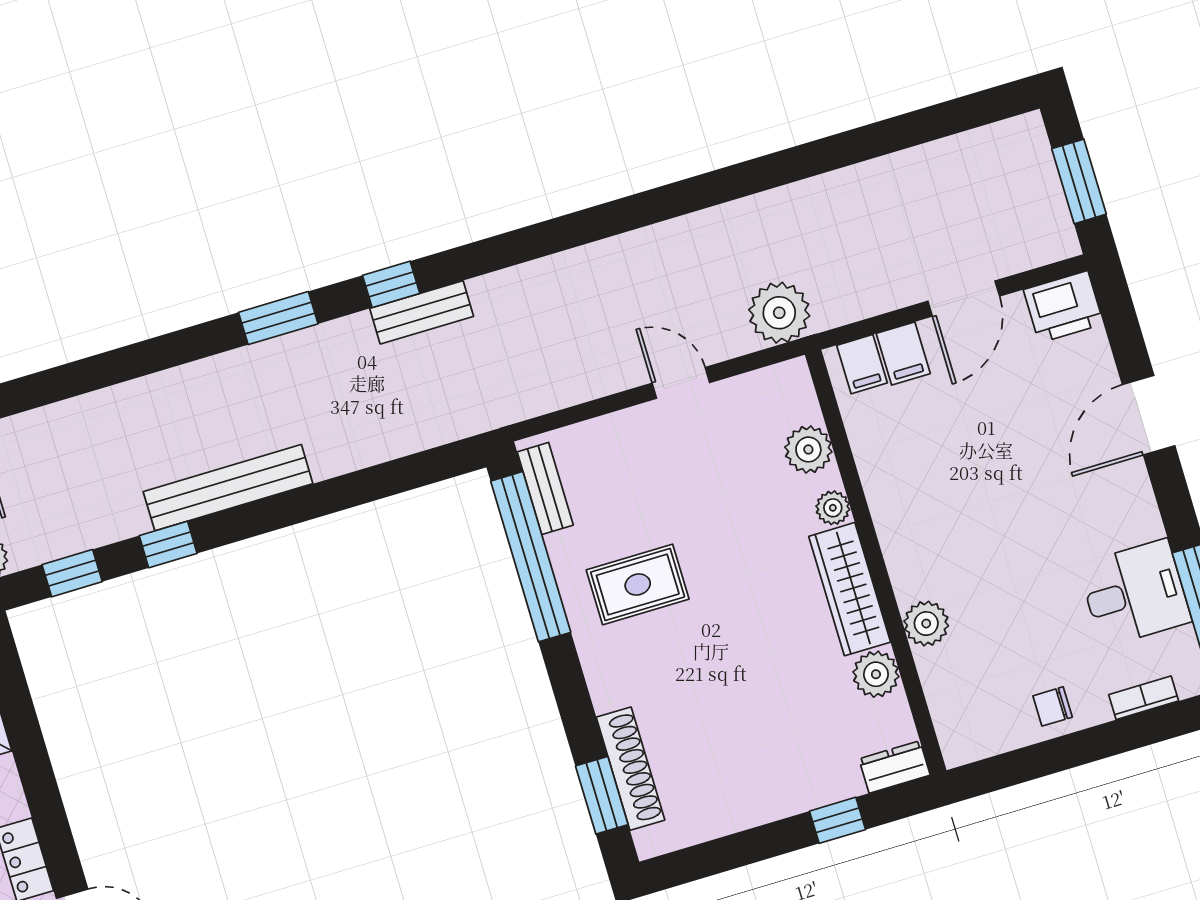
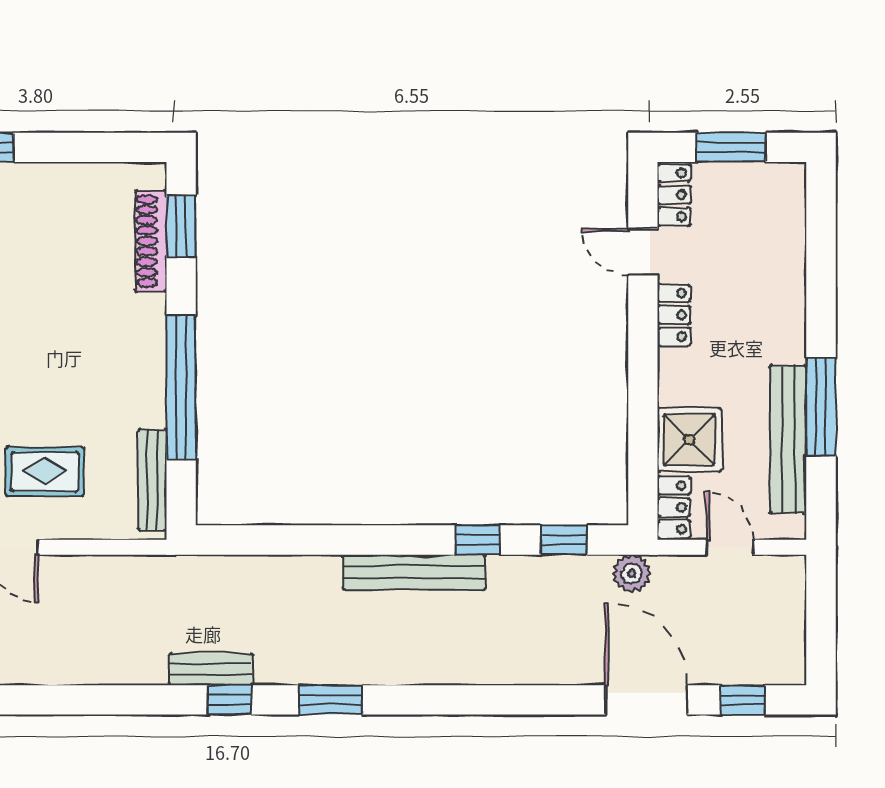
bench: (545, 488) -> (152, 480), width x1.36
window: (531, 557) -> (181, 388), moved
rug: (638, 585) -> (45, 472), moved

